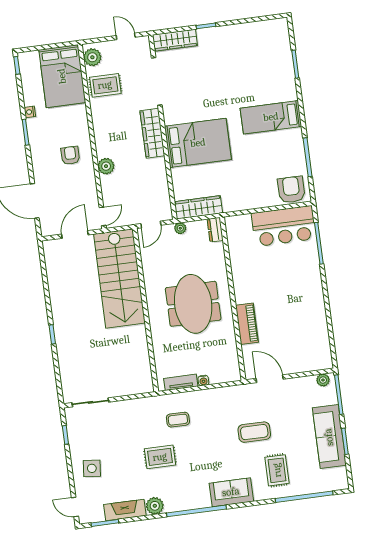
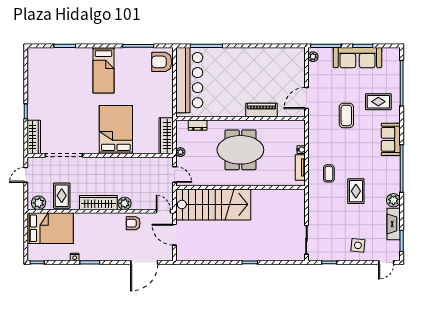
wardrobe: (152, 133) -> (98, 203), moved, turned 180
armchair: (70, 155) -> (133, 223), moved
bar counter: (284, 226) -> (189, 80), width x1.36
dresser: (215, 230) -> (198, 125), moved

